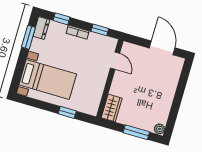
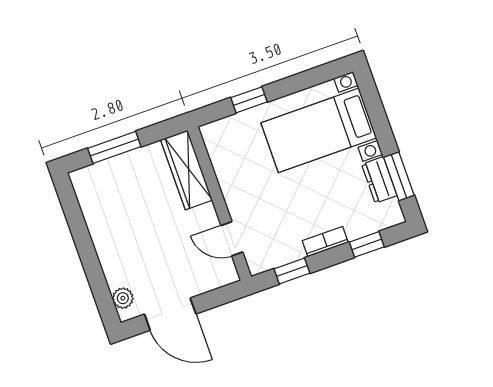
dresser: (41, 28) -> (379, 180), moved
wardrobe: (112, 108) -> (187, 170), width x1.50
plant: (159, 129) -> (123, 298), moved

